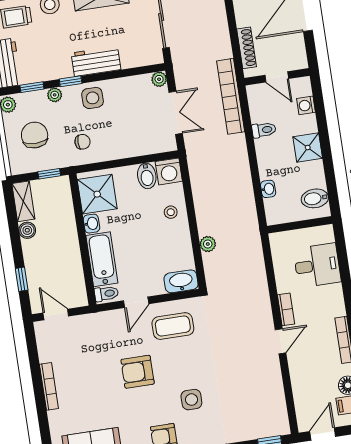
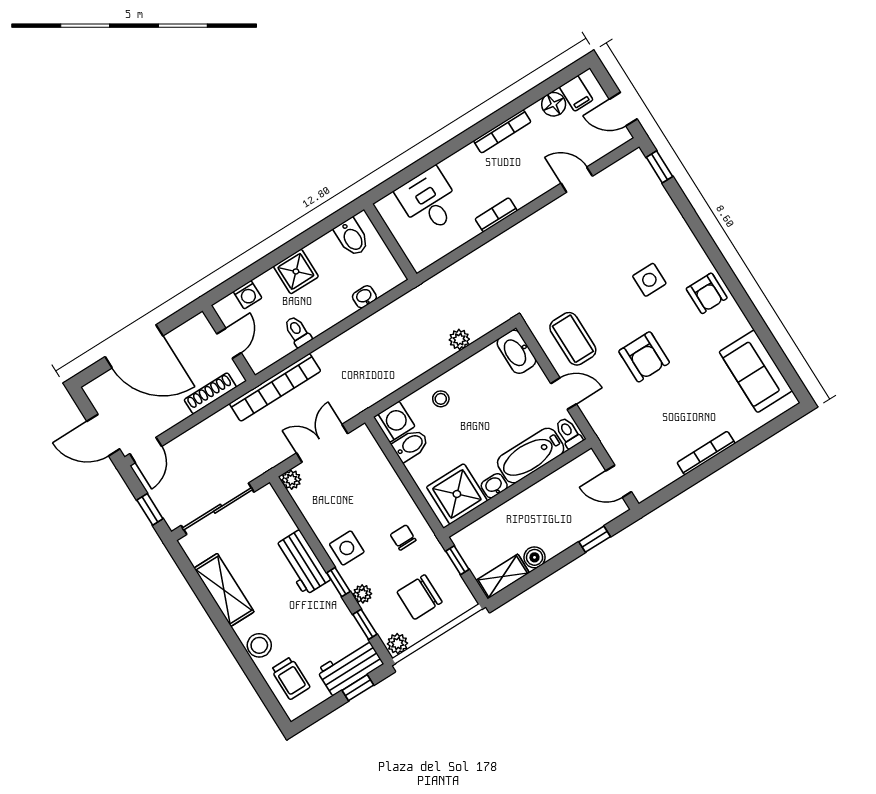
door: (56, 315) -> (619, 481), hinge flipped
door: (281, 341) -> (577, 180), moved

